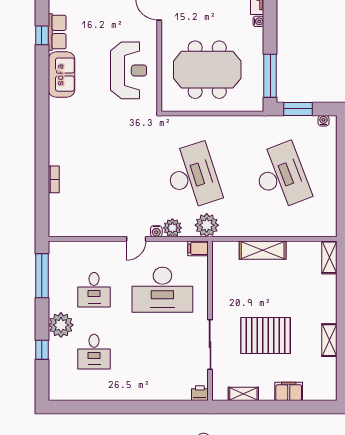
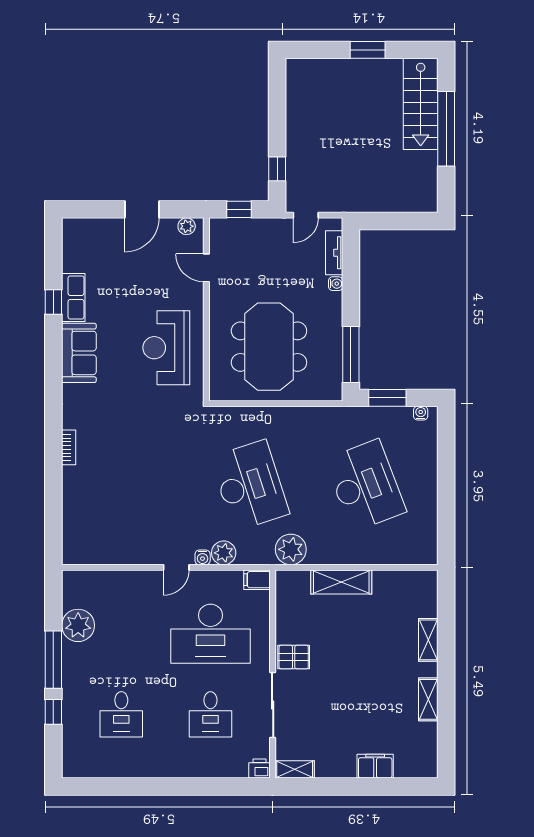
reception desk: (129, 70) -> (166, 348), turned 180
meeting table: (207, 70) -> (269, 347), turned 90
bookcase: (54, 179) -> (69, 447), moved
plant: (207, 225) -> (291, 549), moved
shelving: (329, 257) -> (428, 640), moved
window: (42, 276) -> (53, 660), moved
desk: (94, 290) -> (211, 714), moved
plant: (61, 325) -> (78, 625), moved
pallet: (266, 336) -> (294, 657), moved, width x0.49, depth x0.50
shelving: (243, 394) -> (295, 769), moved

